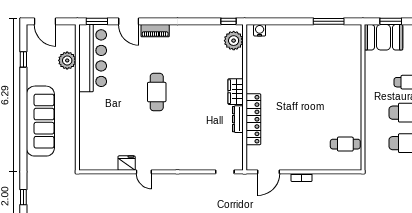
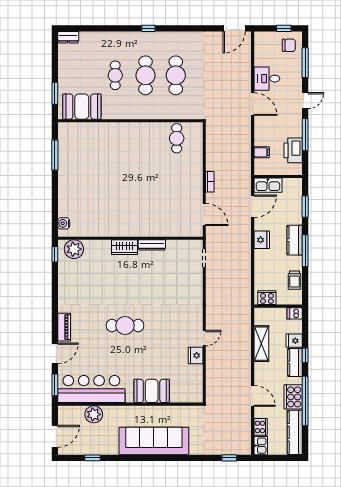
booth: (384, 37) -> (82, 107), moved, turned 90
booth: (91, 119) -> (152, 391), added
locker: (253, 119) -> (152, 230), removed

